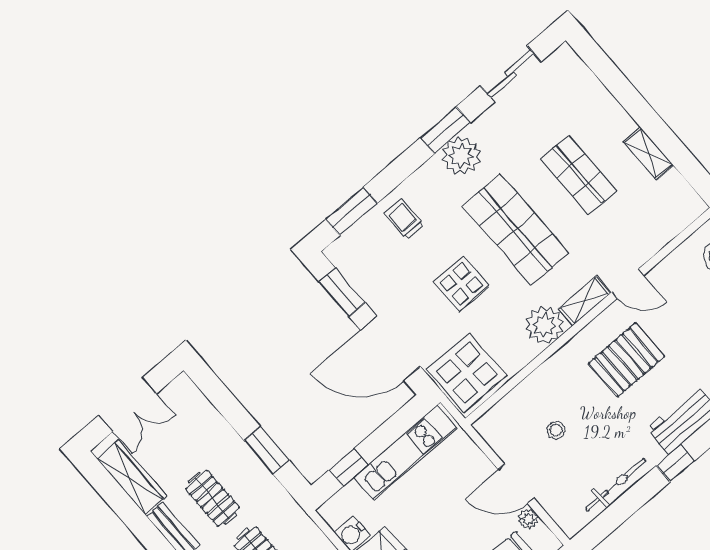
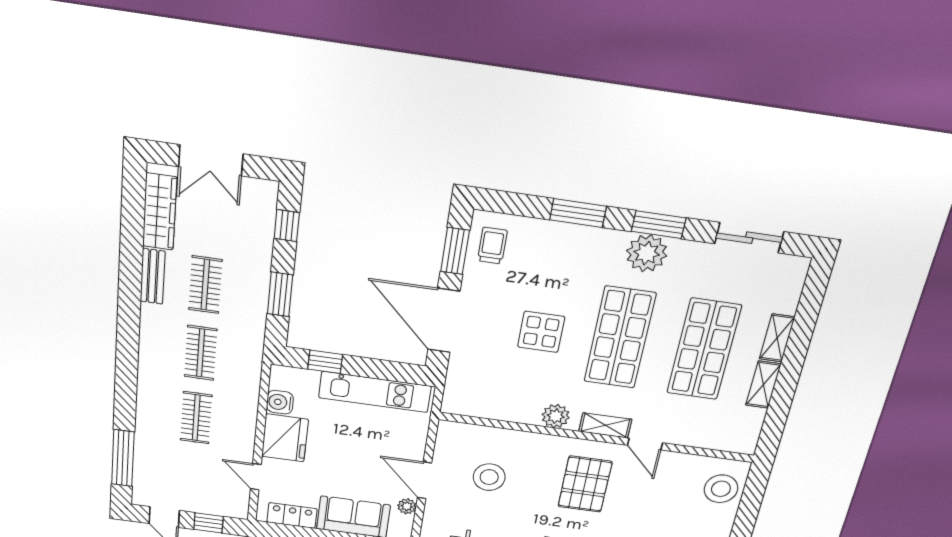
shelving: (614, 114) -> (777, 338), added
shop shelf: (579, 175) -> (704, 349), width x1.43, depth x1.36
window: (351, 211) -> (578, 213), moved
trolley: (404, 219) -> (492, 246), moved
plant: (544, 325) -> (556, 416), width x0.73, depth x0.73
pallet: (626, 360) -> (585, 484), turned 90
display table: (467, 373) -> (476, 387), removed
window: (220, 396) -> (287, 226), added
stool: (556, 430) -> (489, 477), width x1.89, depth x1.89

